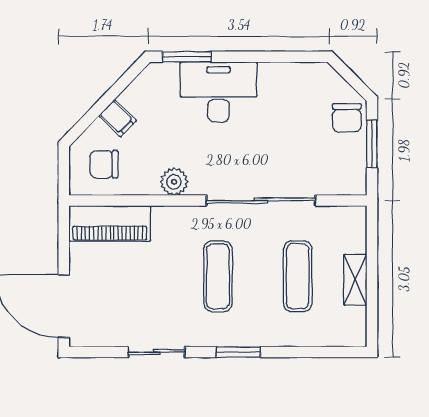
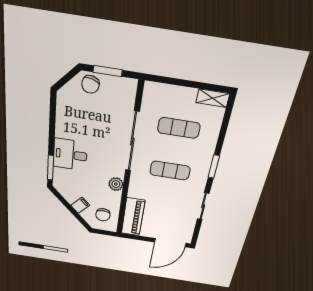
desk: (218, 92) -> (70, 155), width x0.73
chair: (347, 118) -> (90, 84), turned 105
shelving: (355, 280) -> (213, 98), moved

